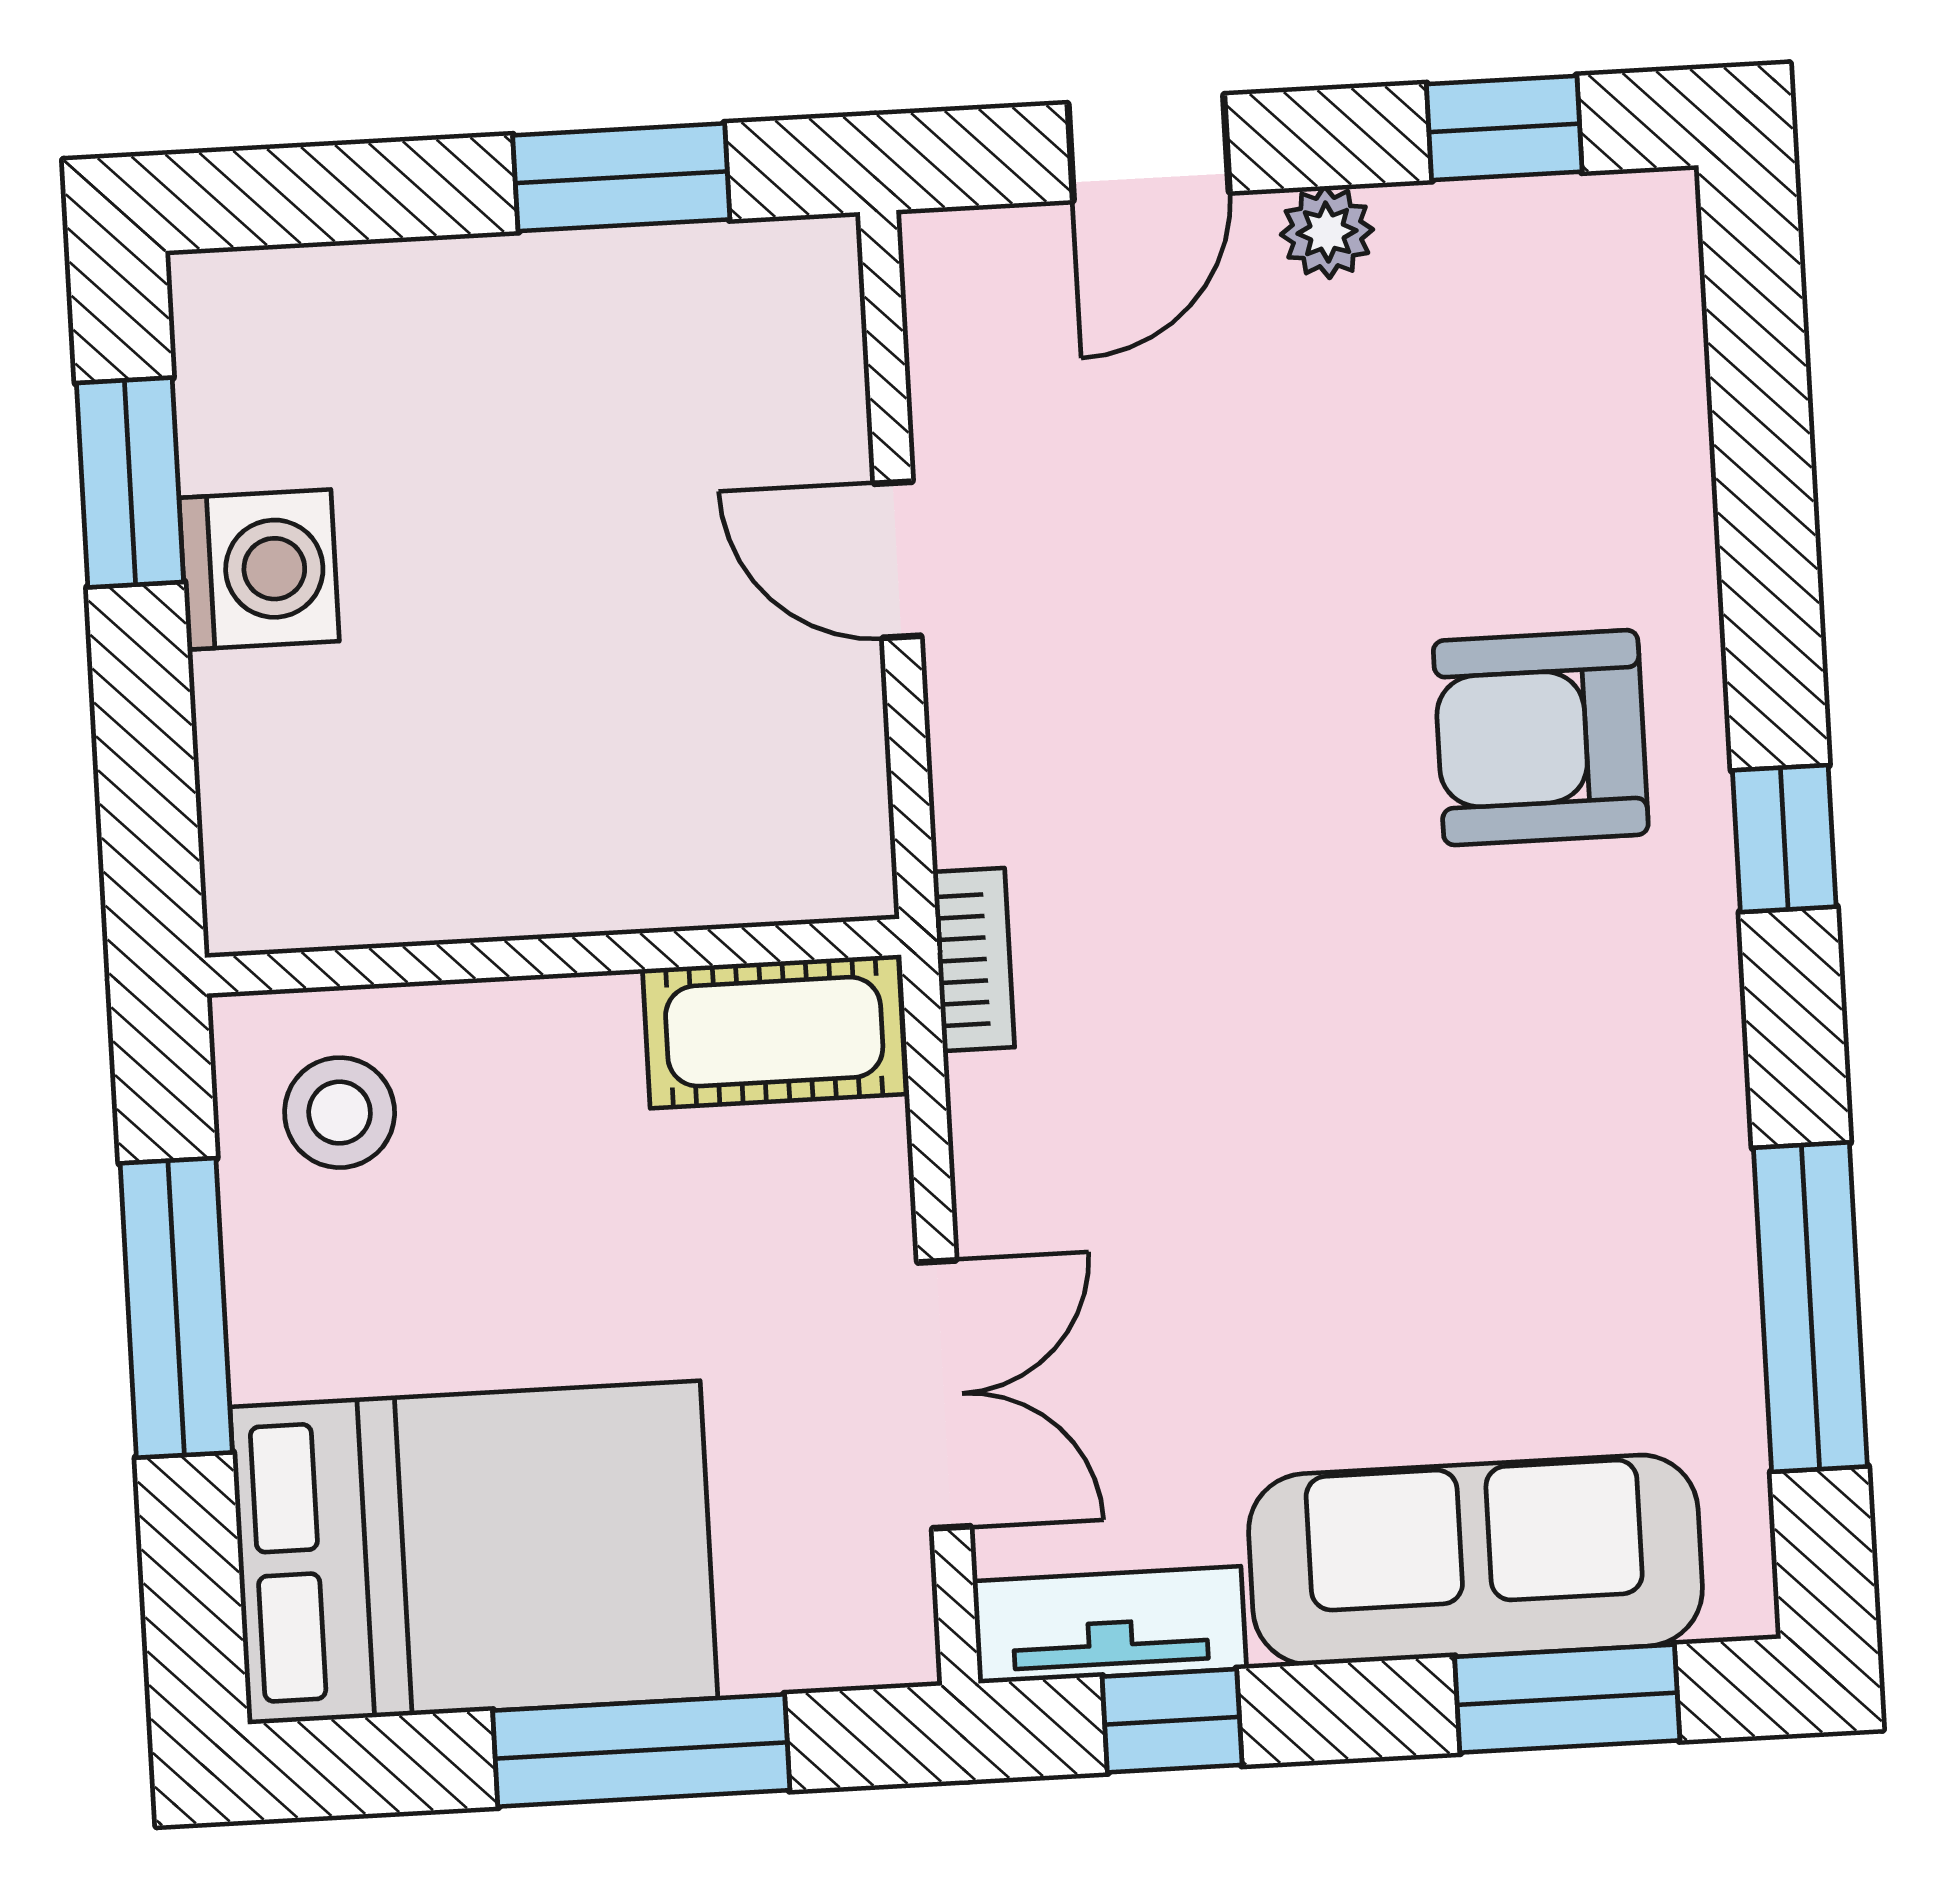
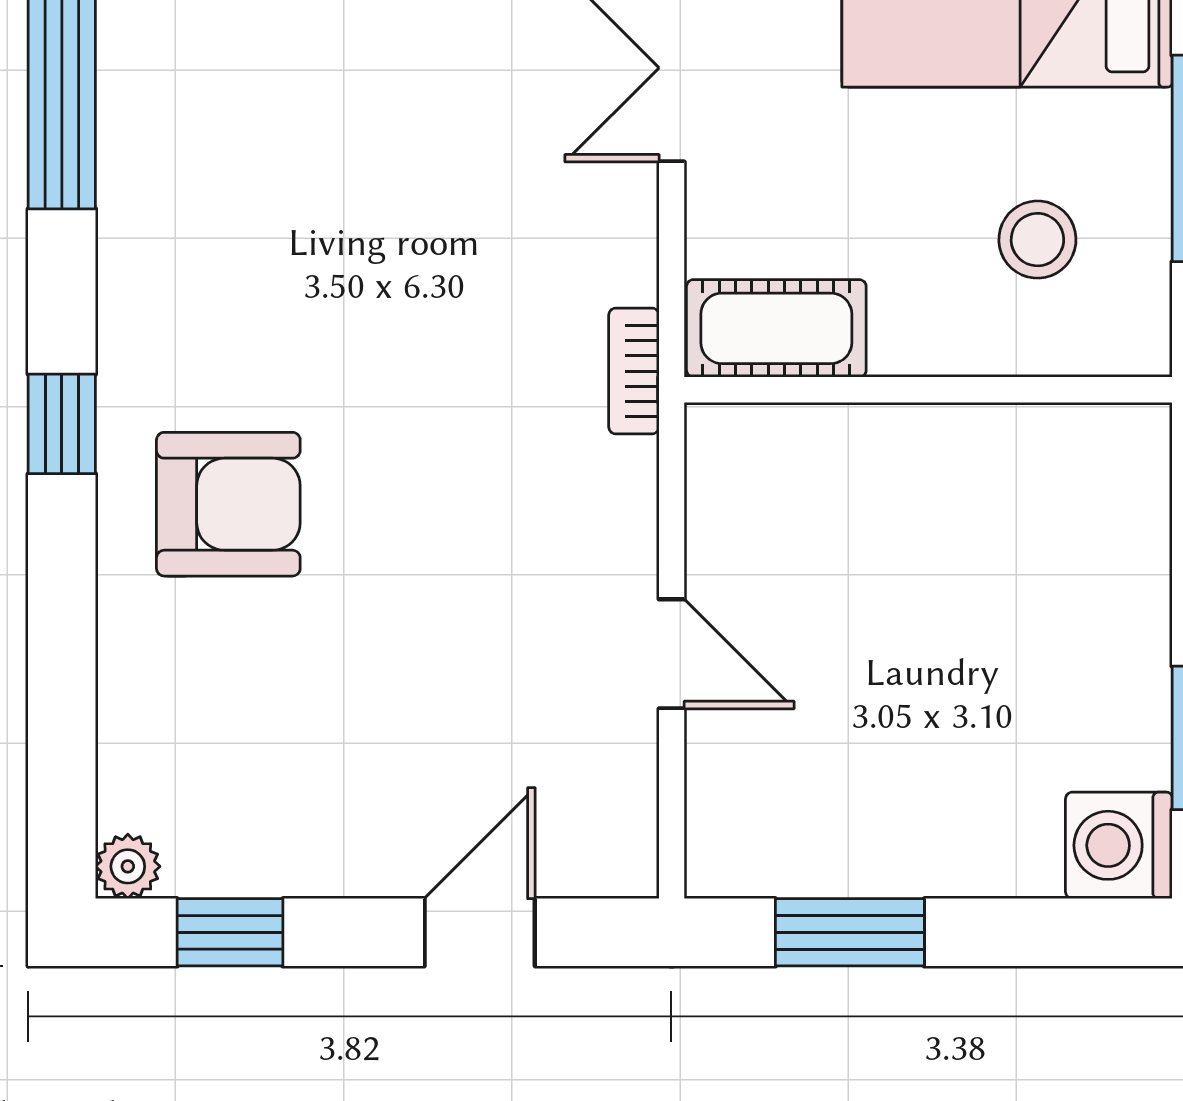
plant: (1327, 232) -> (128, 866), moved
washing machine: (259, 570) -> (1119, 845), moved
stool: (340, 1113) -> (1037, 240), moved

